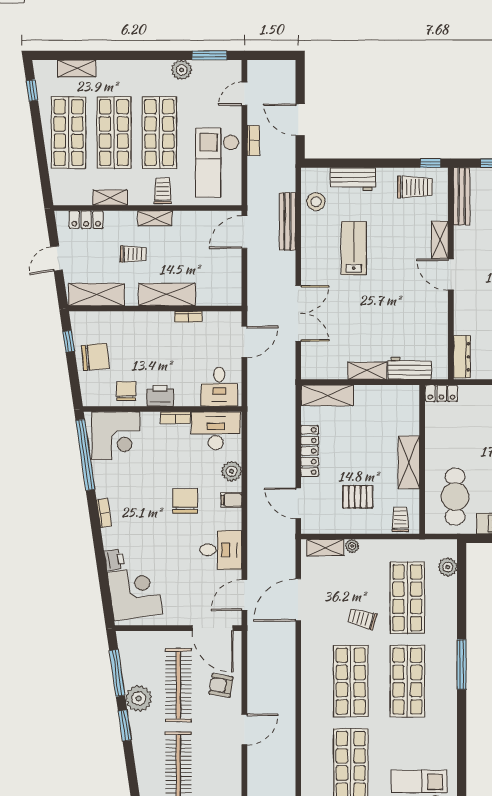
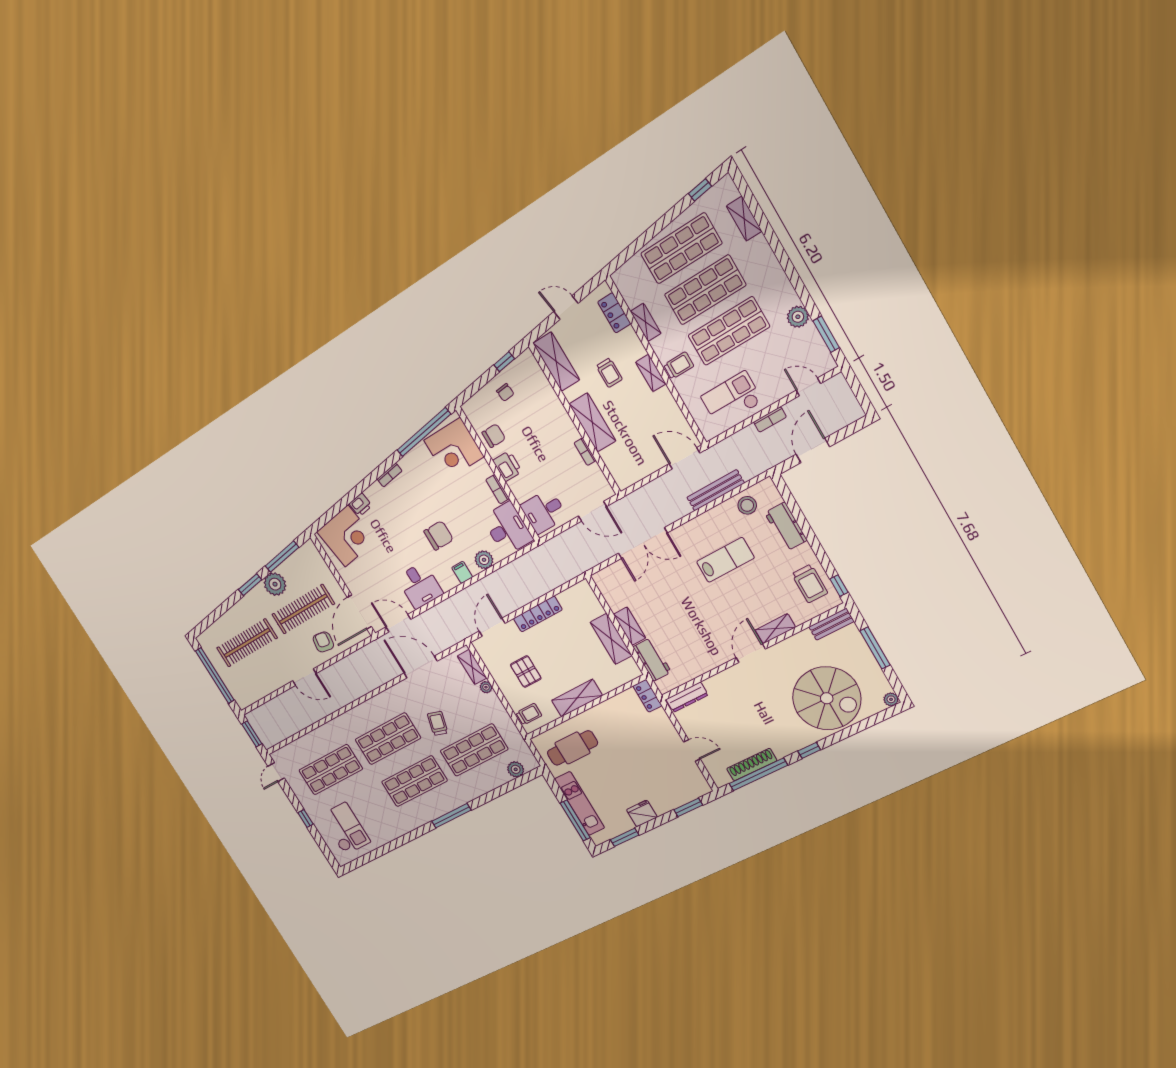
checkout: (217, 162) -> (732, 399), width x0.73, depth x0.83
bench: (462, 196) -> (831, 624), width x0.73
chair: (95, 357) -> (505, 392), width x0.54, depth x0.54
shelving: (327, 395) -> (611, 639), moved

